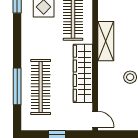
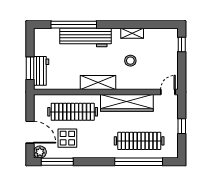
window: (17, 86) -> (139, 162), width x1.46

